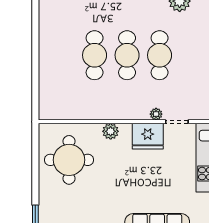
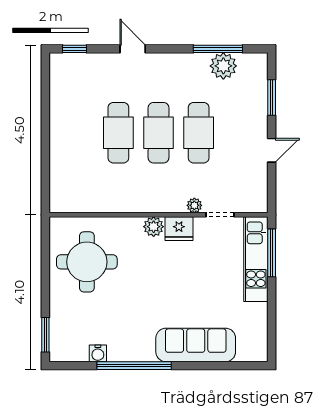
plant: (111, 131) -> (154, 227), moved
fridge: (148, 136) -> (179, 229), width x0.73, depth x0.75

